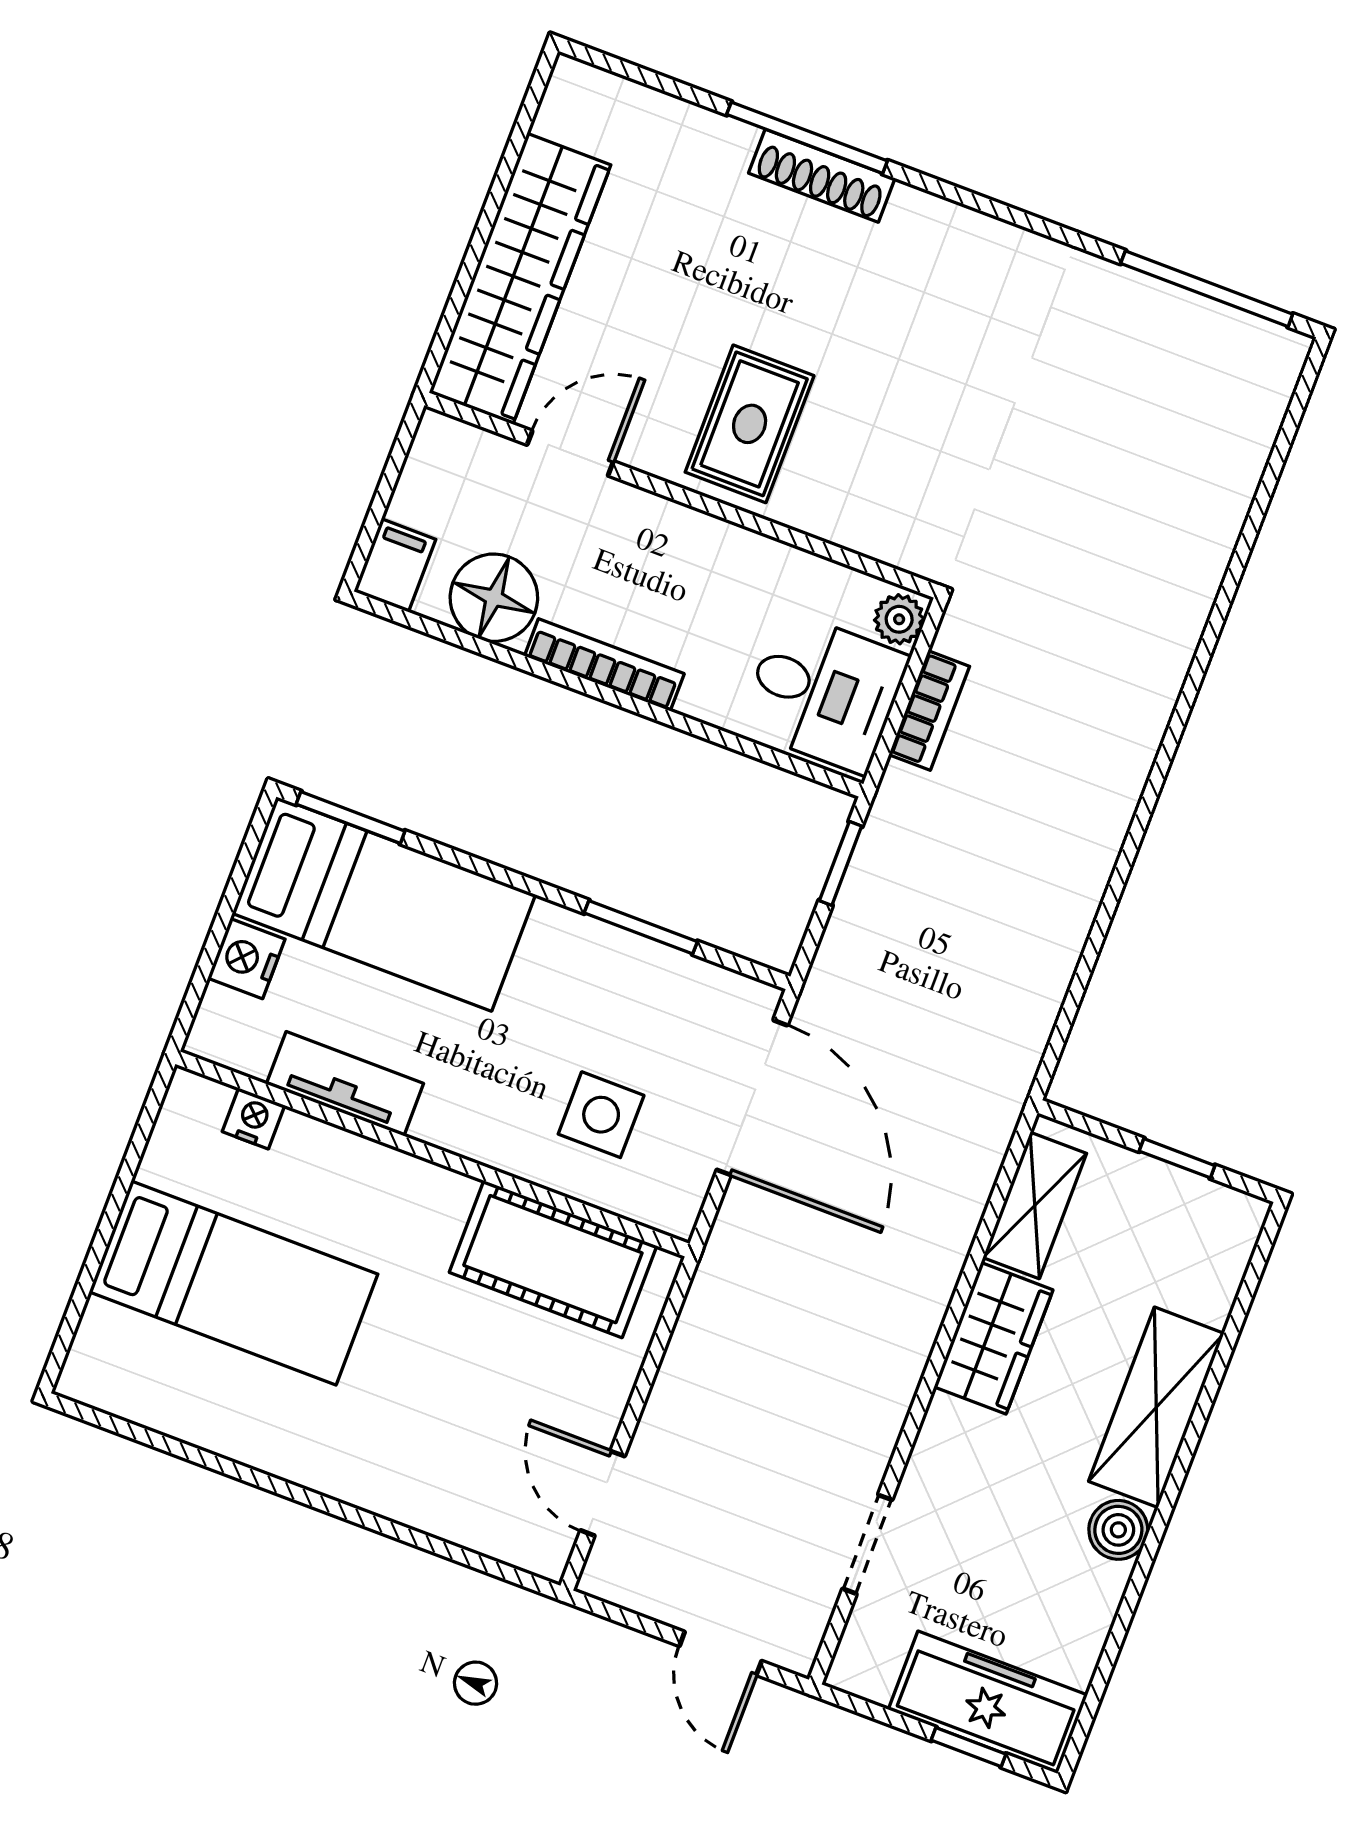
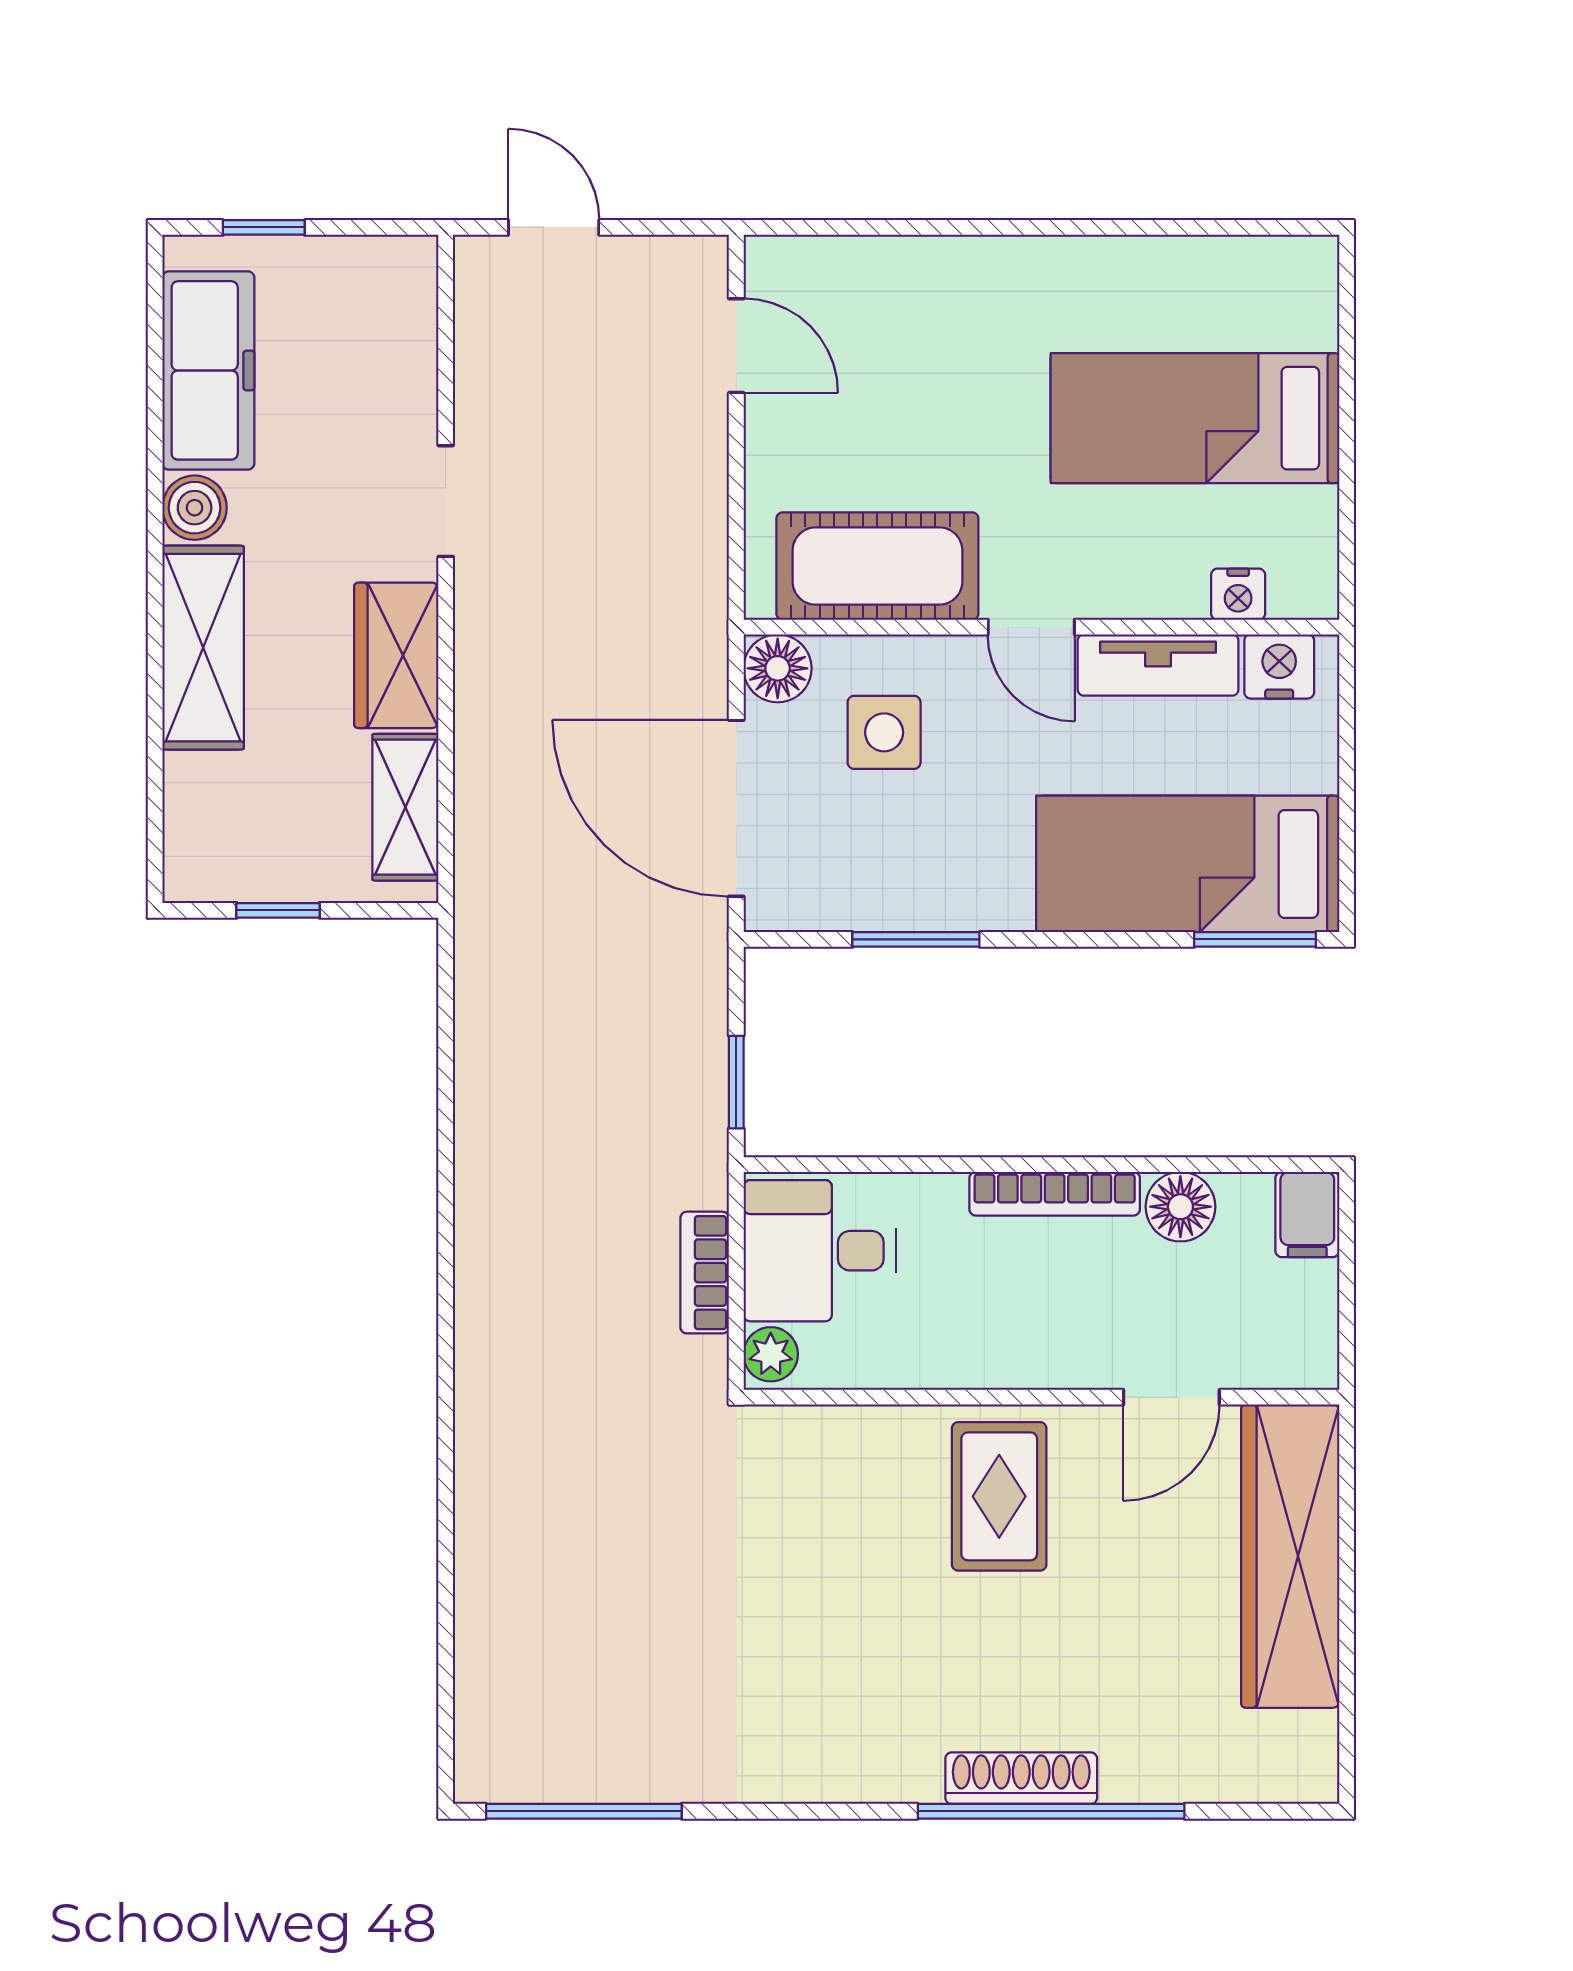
window: (807, 138) -> (1051, 1811), width x1.46
floor lamp: (494, 598) -> (1180, 1207), width x0.73, depth x0.73
nightstand: (246, 959) -> (1279, 666), moved, turned -90
door: (441, 1157) -> (1031, 627), added
floor lamp: (671, 1204) -> (778, 668), added
doorway: (867, 1544) -> (446, 501), moved
freezer: (988, 1702) -> (208, 370), moved, turned -90

